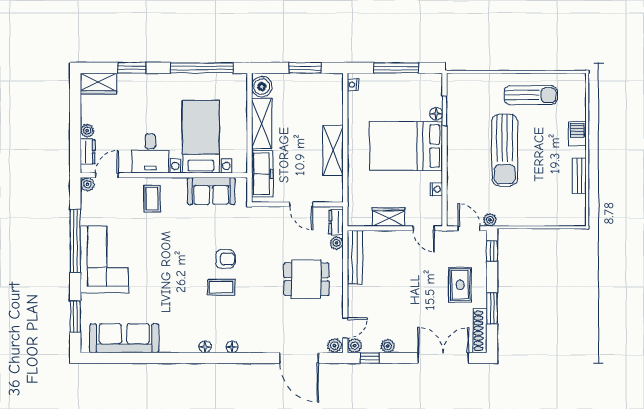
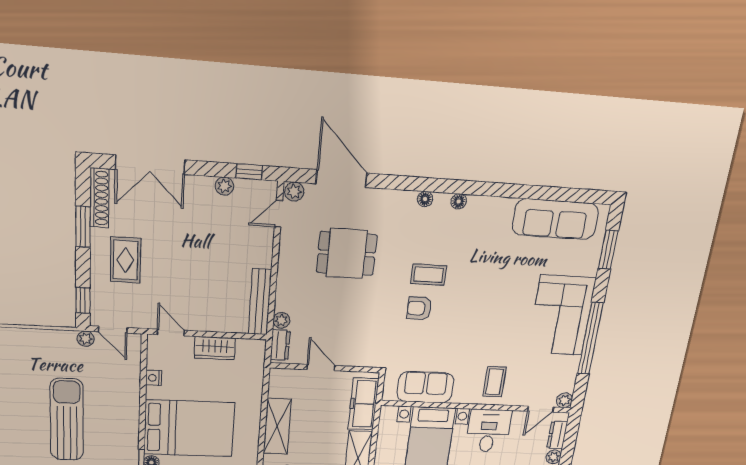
dining table: (306, 279) -> (347, 254), moved
plant: (355, 346) -> (268, 190), removed

